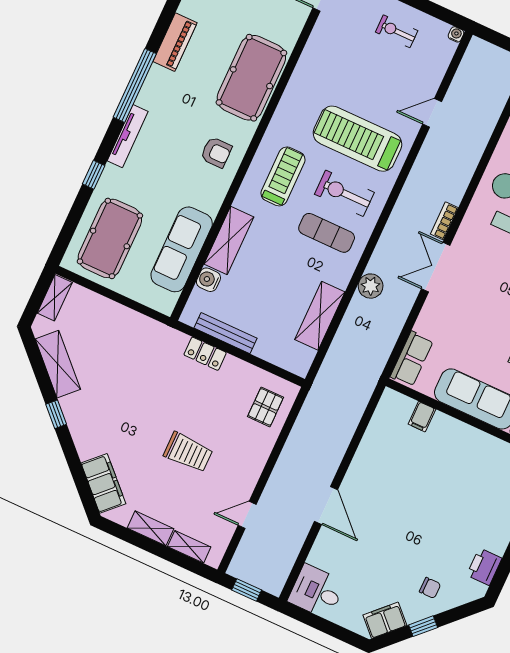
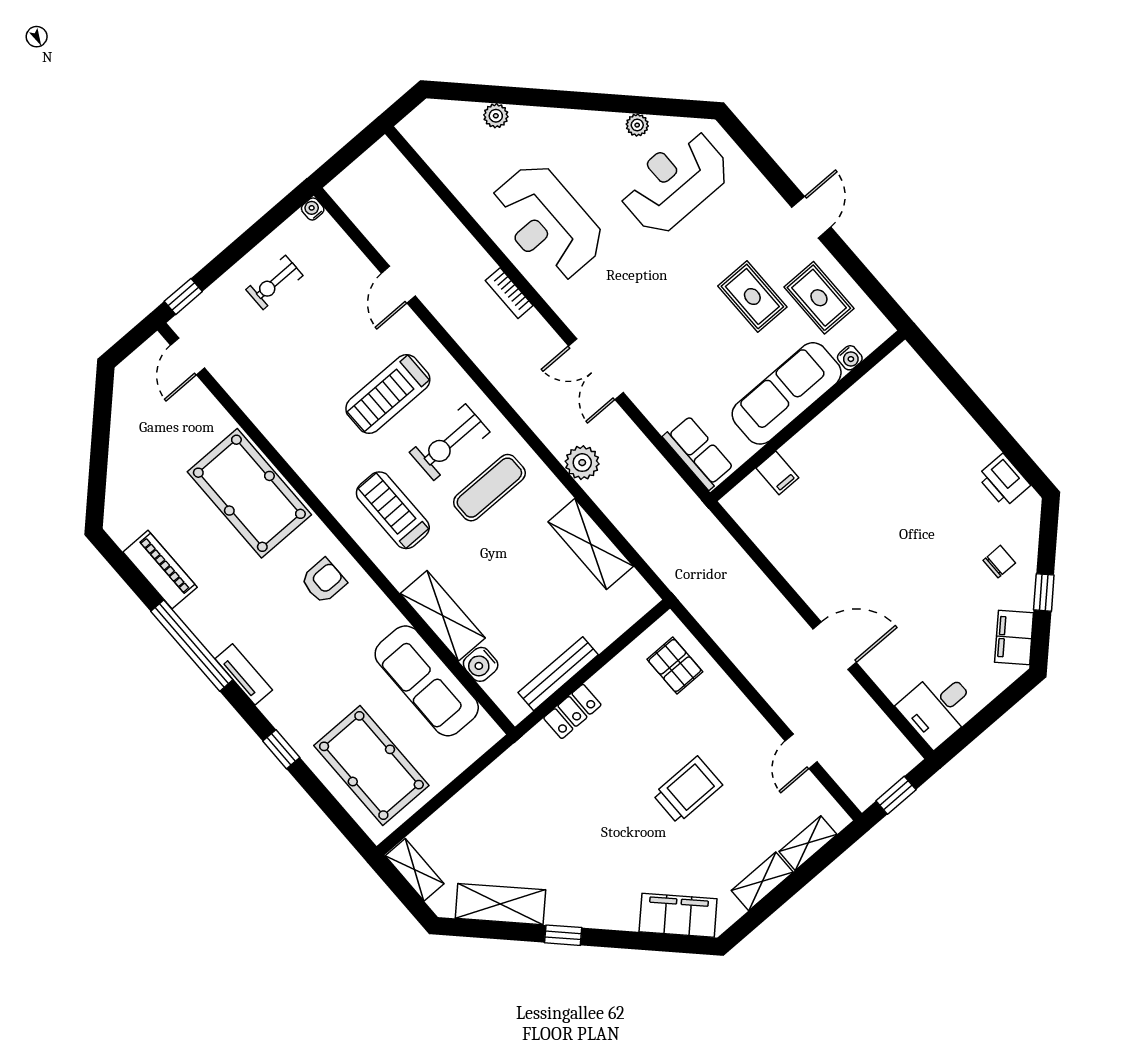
tv unit: (128, 136) -> (244, 674), width x0.71
treadmill: (357, 139) -> (388, 394), width x0.73, depth x0.73
bookcase: (444, 221) -> (509, 293), moved

